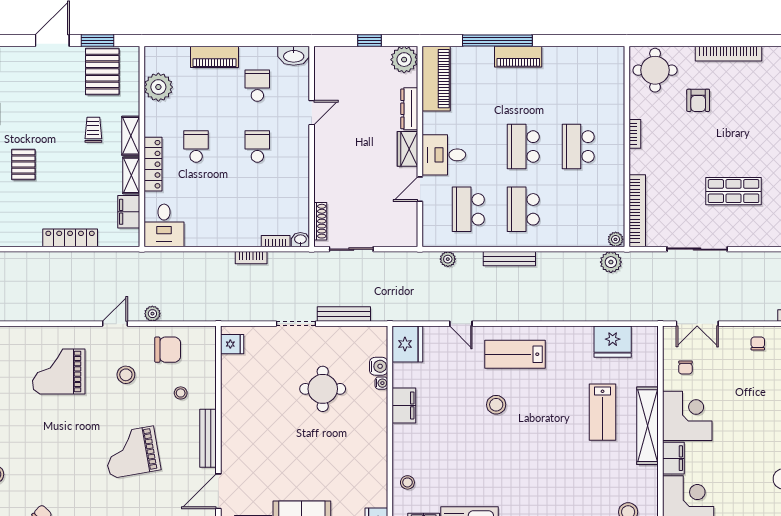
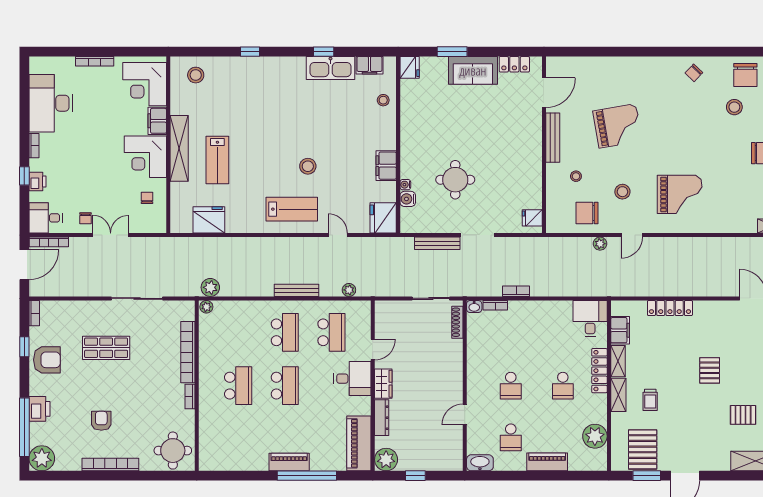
armchair: (698, 100) -> (101, 421), moved
bookcase: (637, 211) -> (188, 352), moved
double door: (697, 324) -> (111, 235), moved
lab bench: (603, 412) -> (217, 160), turned 180

